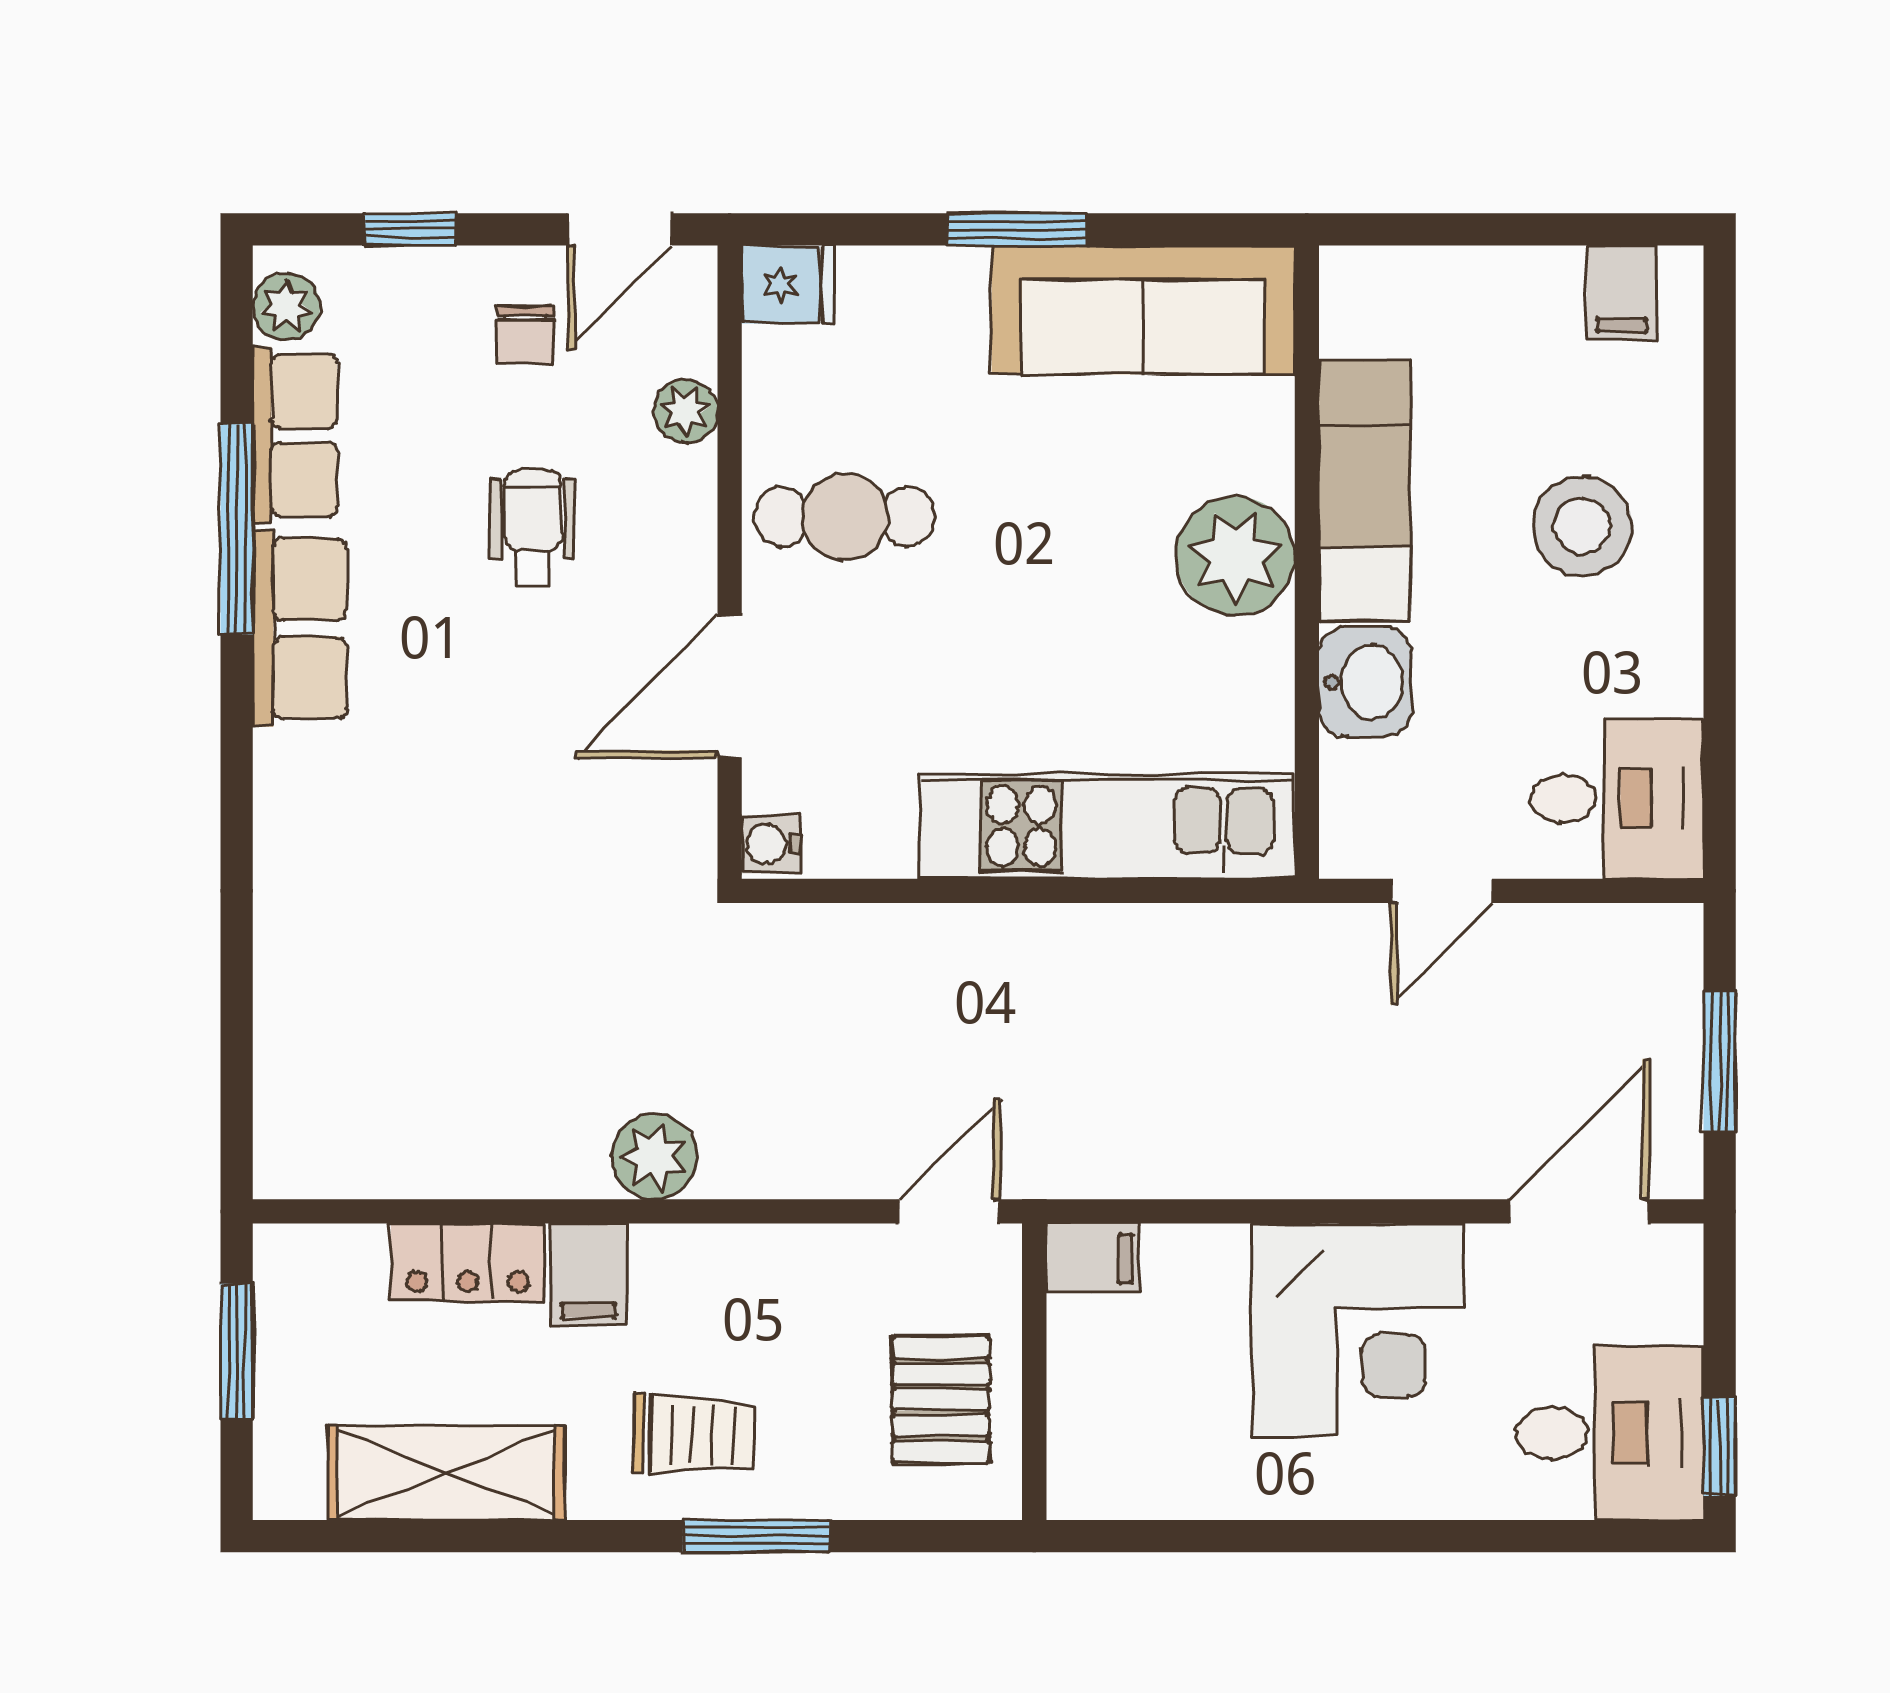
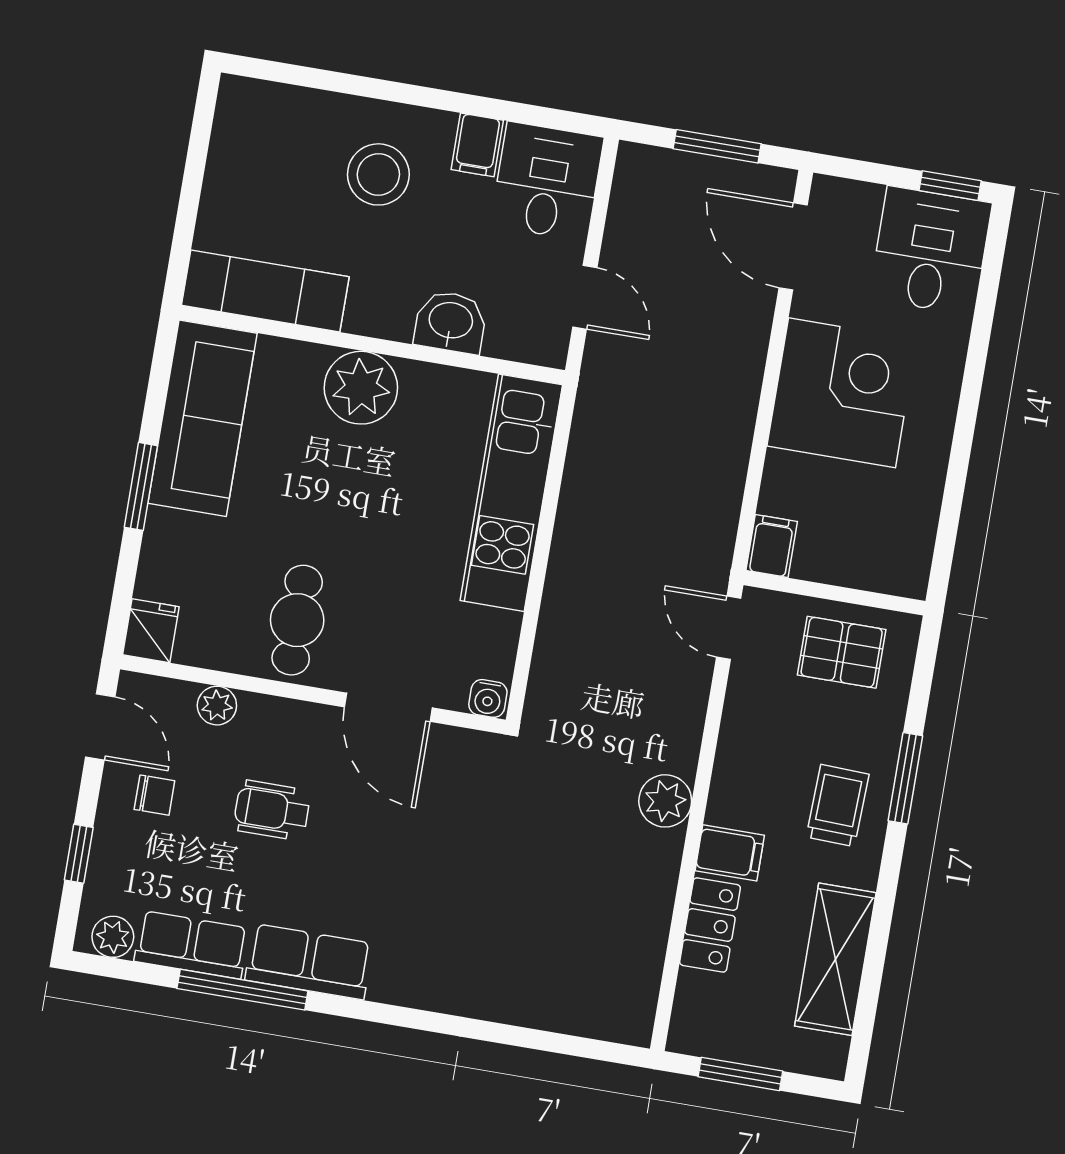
filing cabinet: (1622, 292) -> (477, 145), moved, turned 90
exam couch: (1365, 490) -> (265, 291), moved

